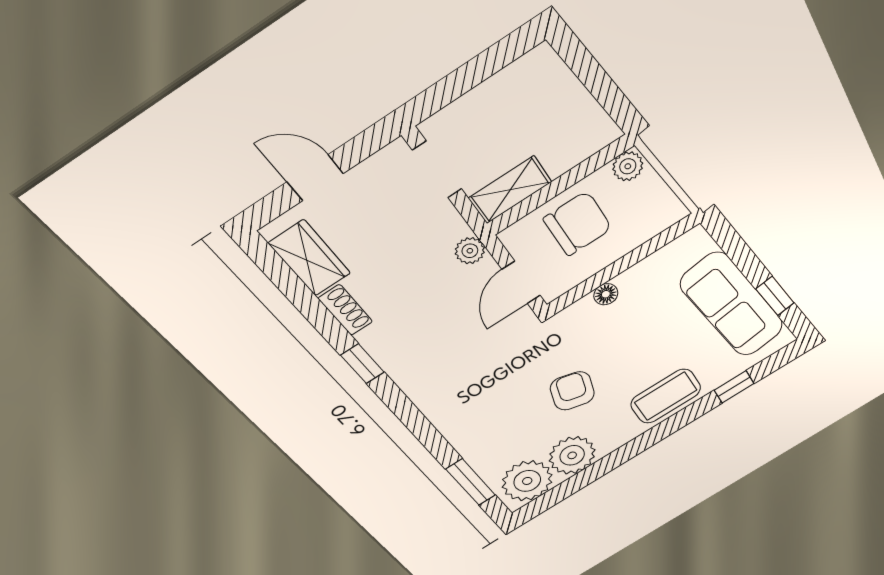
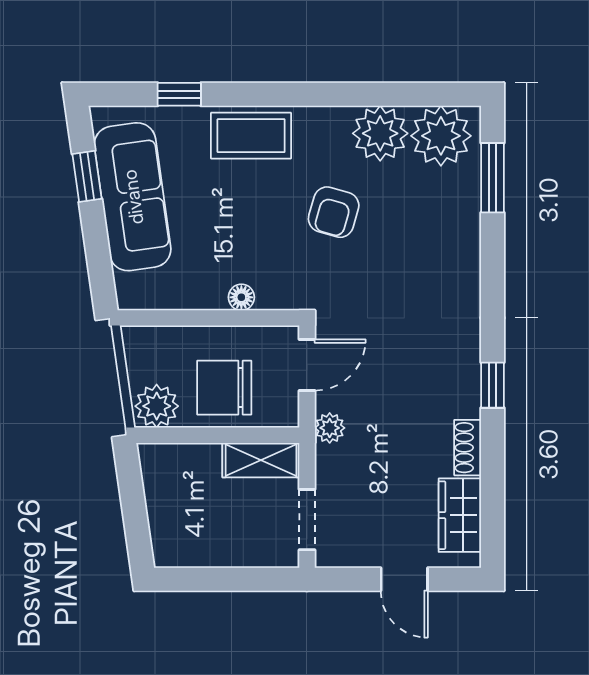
plant: (628, 166) -> (157, 406), width x1.38, depth x1.38

